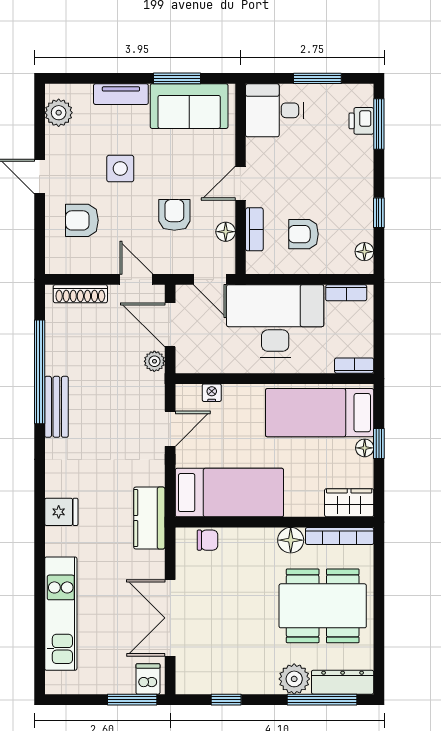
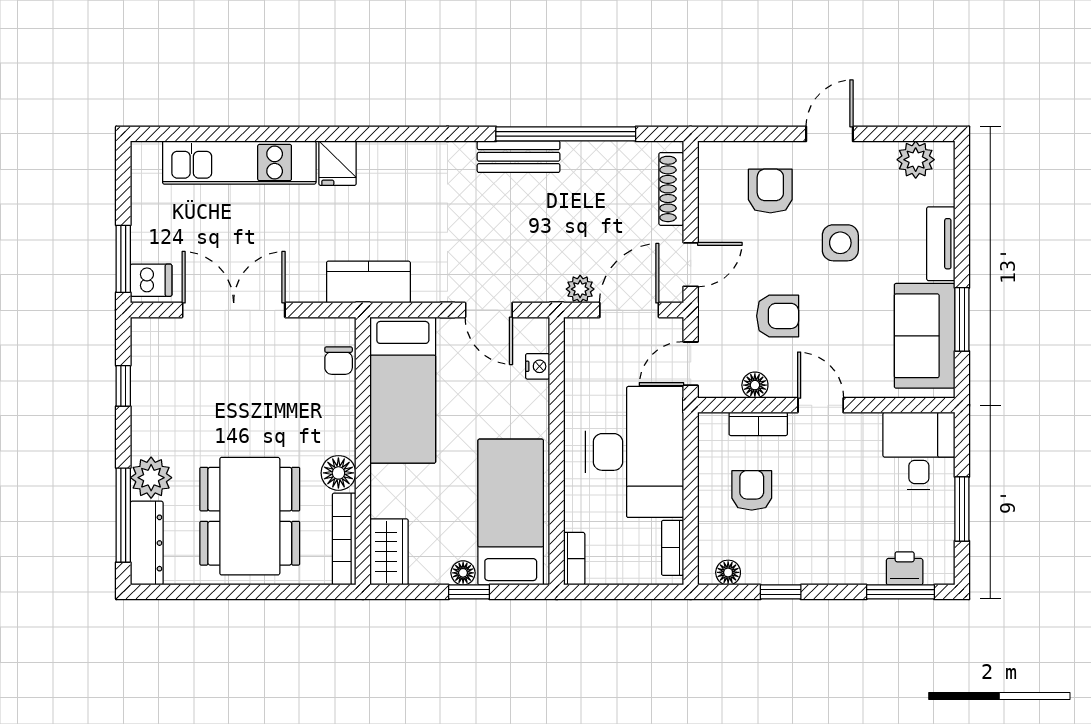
fridge: (61, 512) -> (338, 163), moved

